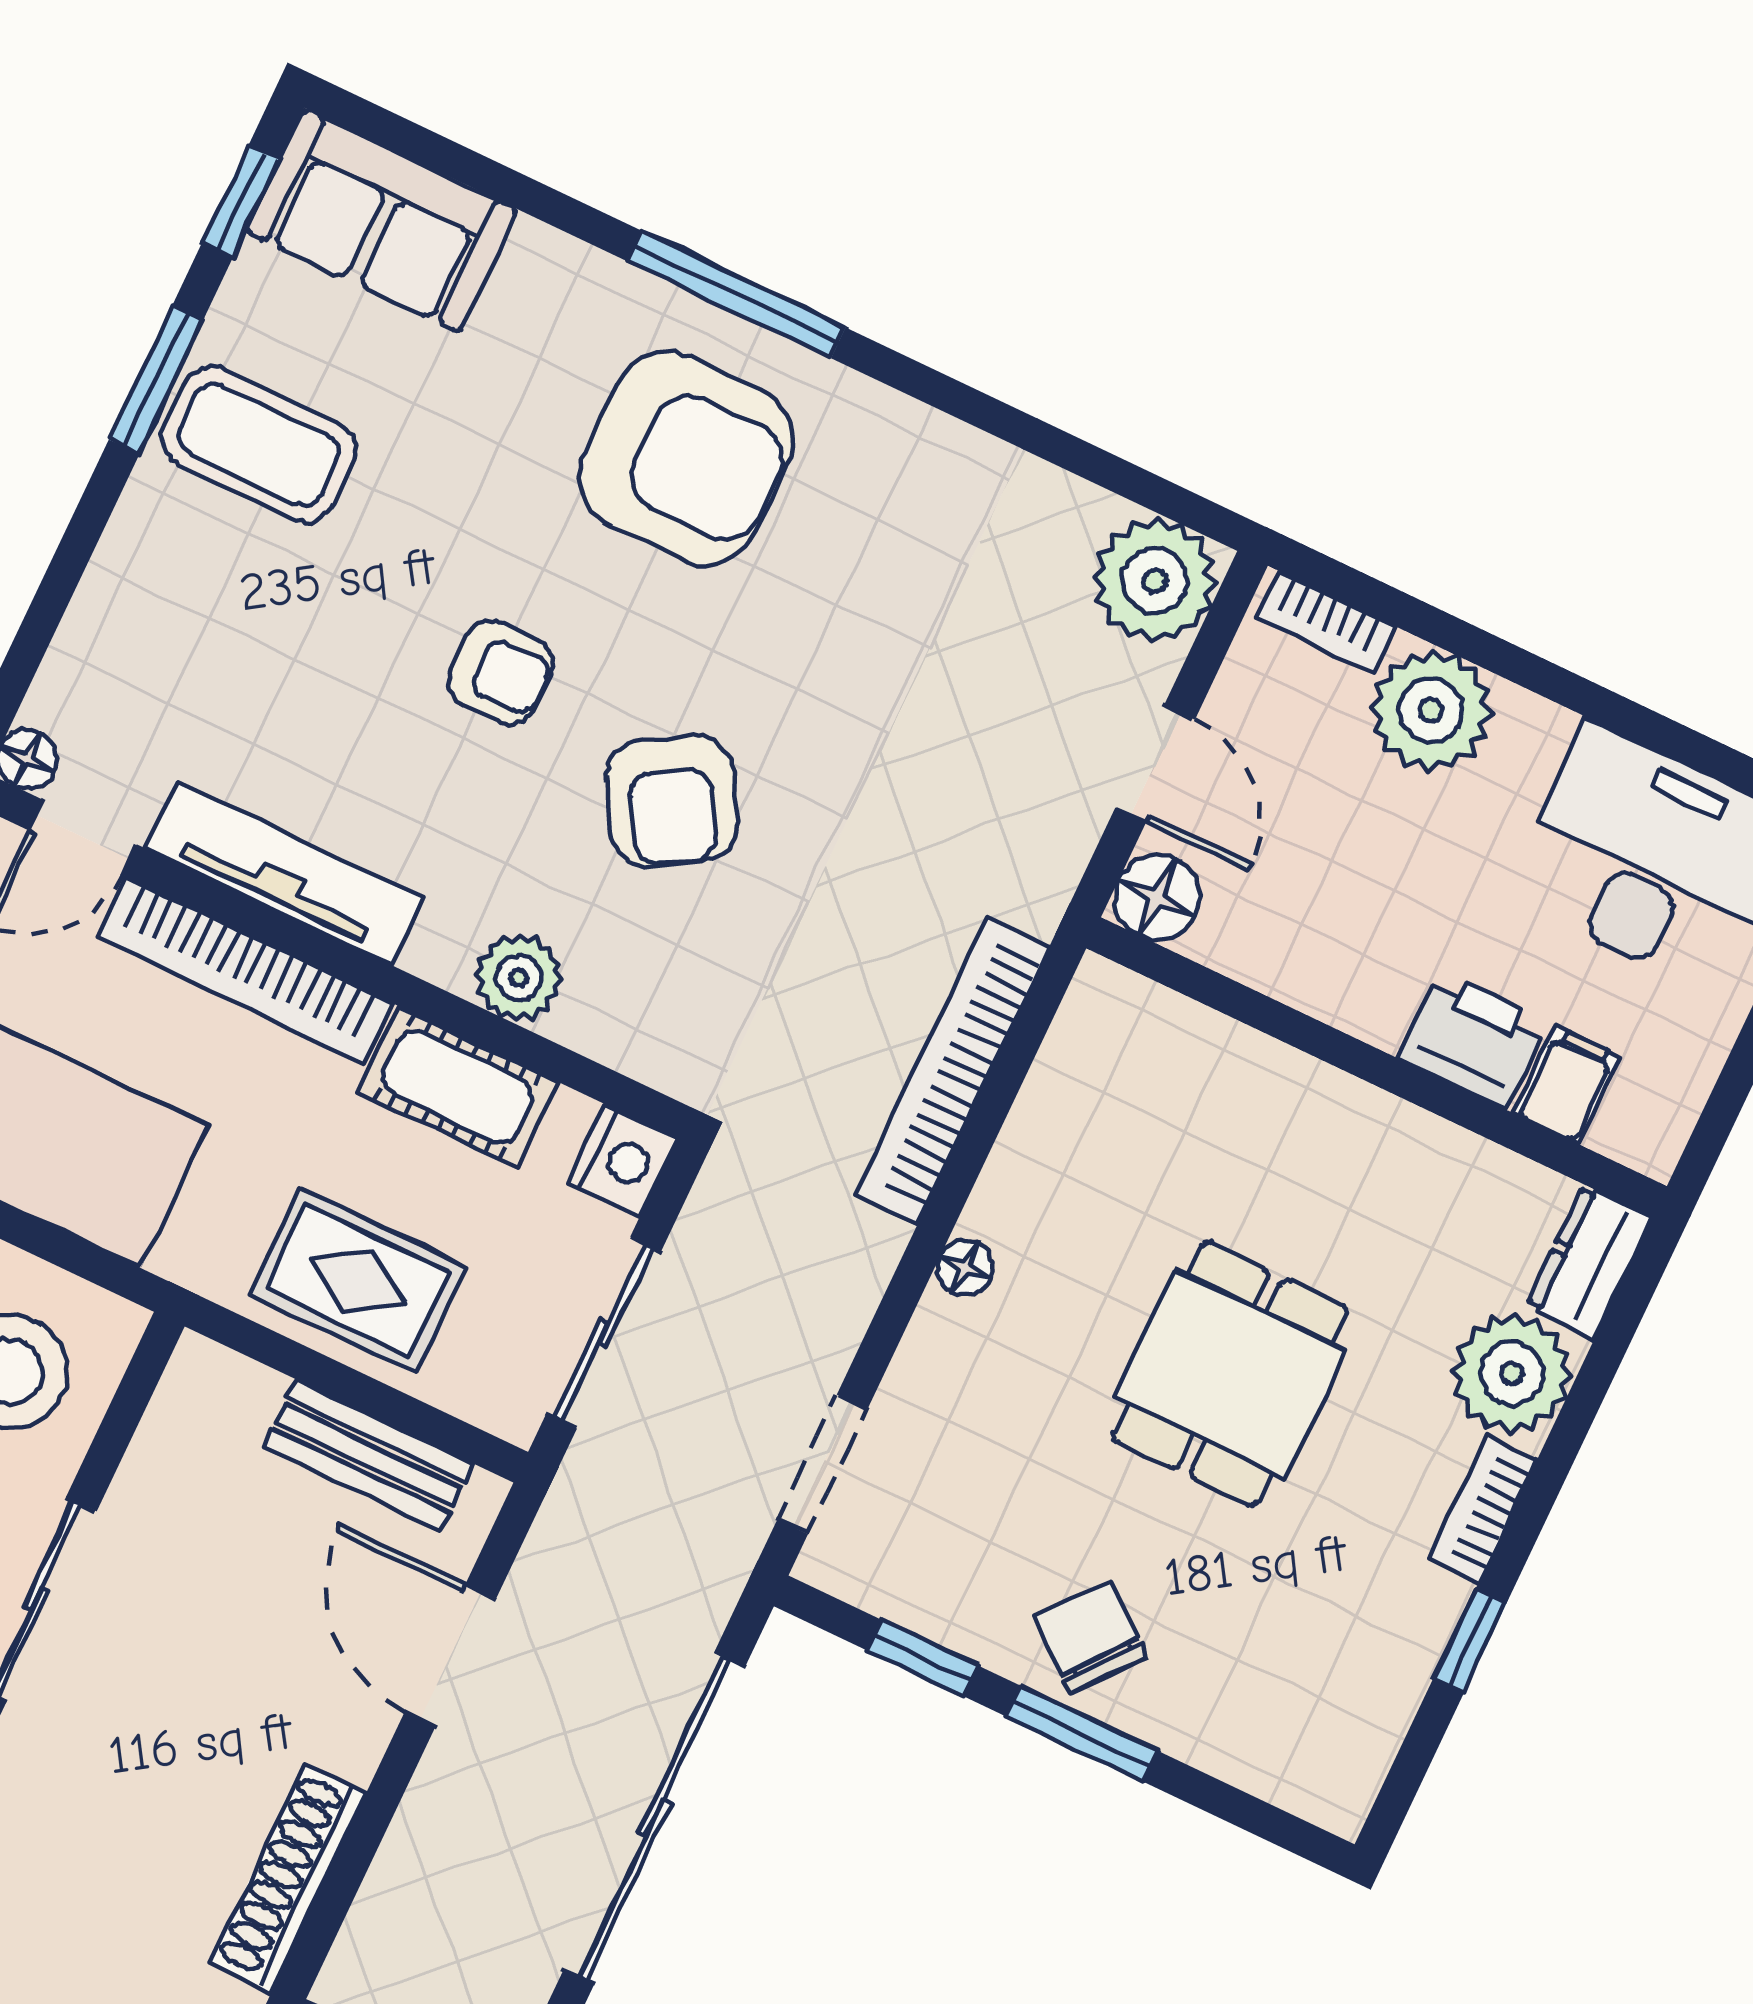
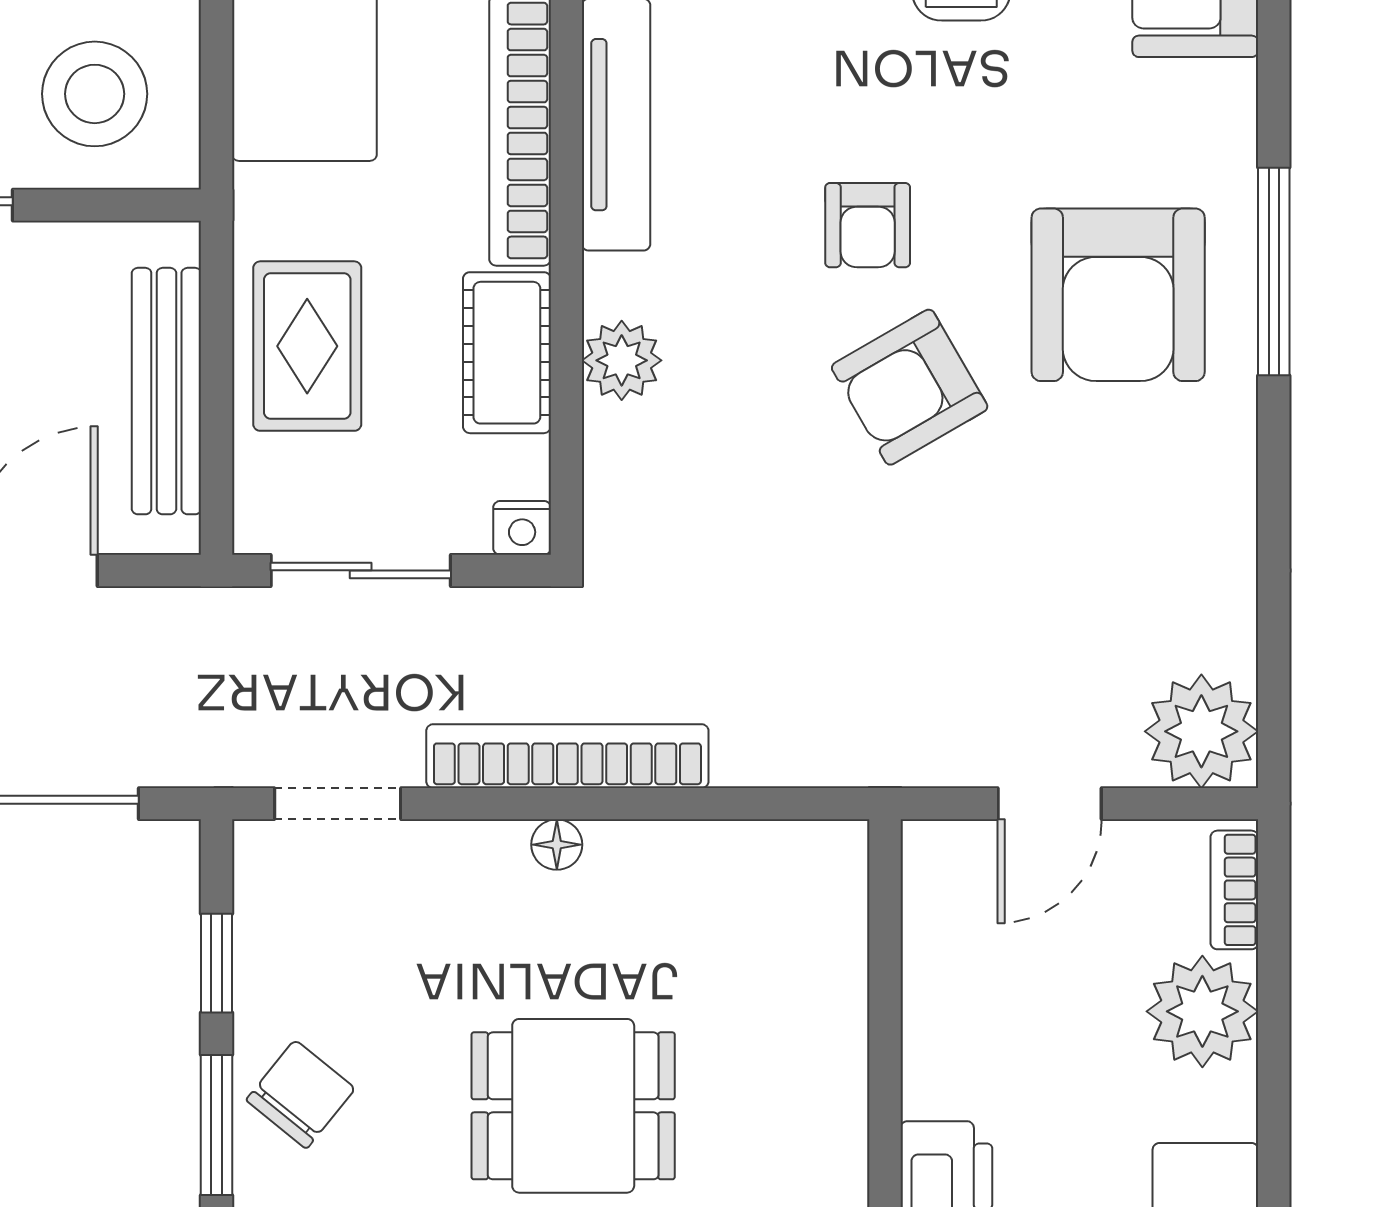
armchair: (671, 801) -> (910, 387), moved
floor lamp: (1157, 897) -> (940, 858), removed
bookcase: (952, 1070) -> (567, 756), moved
nightstand: (622, 1160) -> (522, 528), width x0.72, depth x0.74
bench: (369, 1455) -> (166, 391), width x1.36

